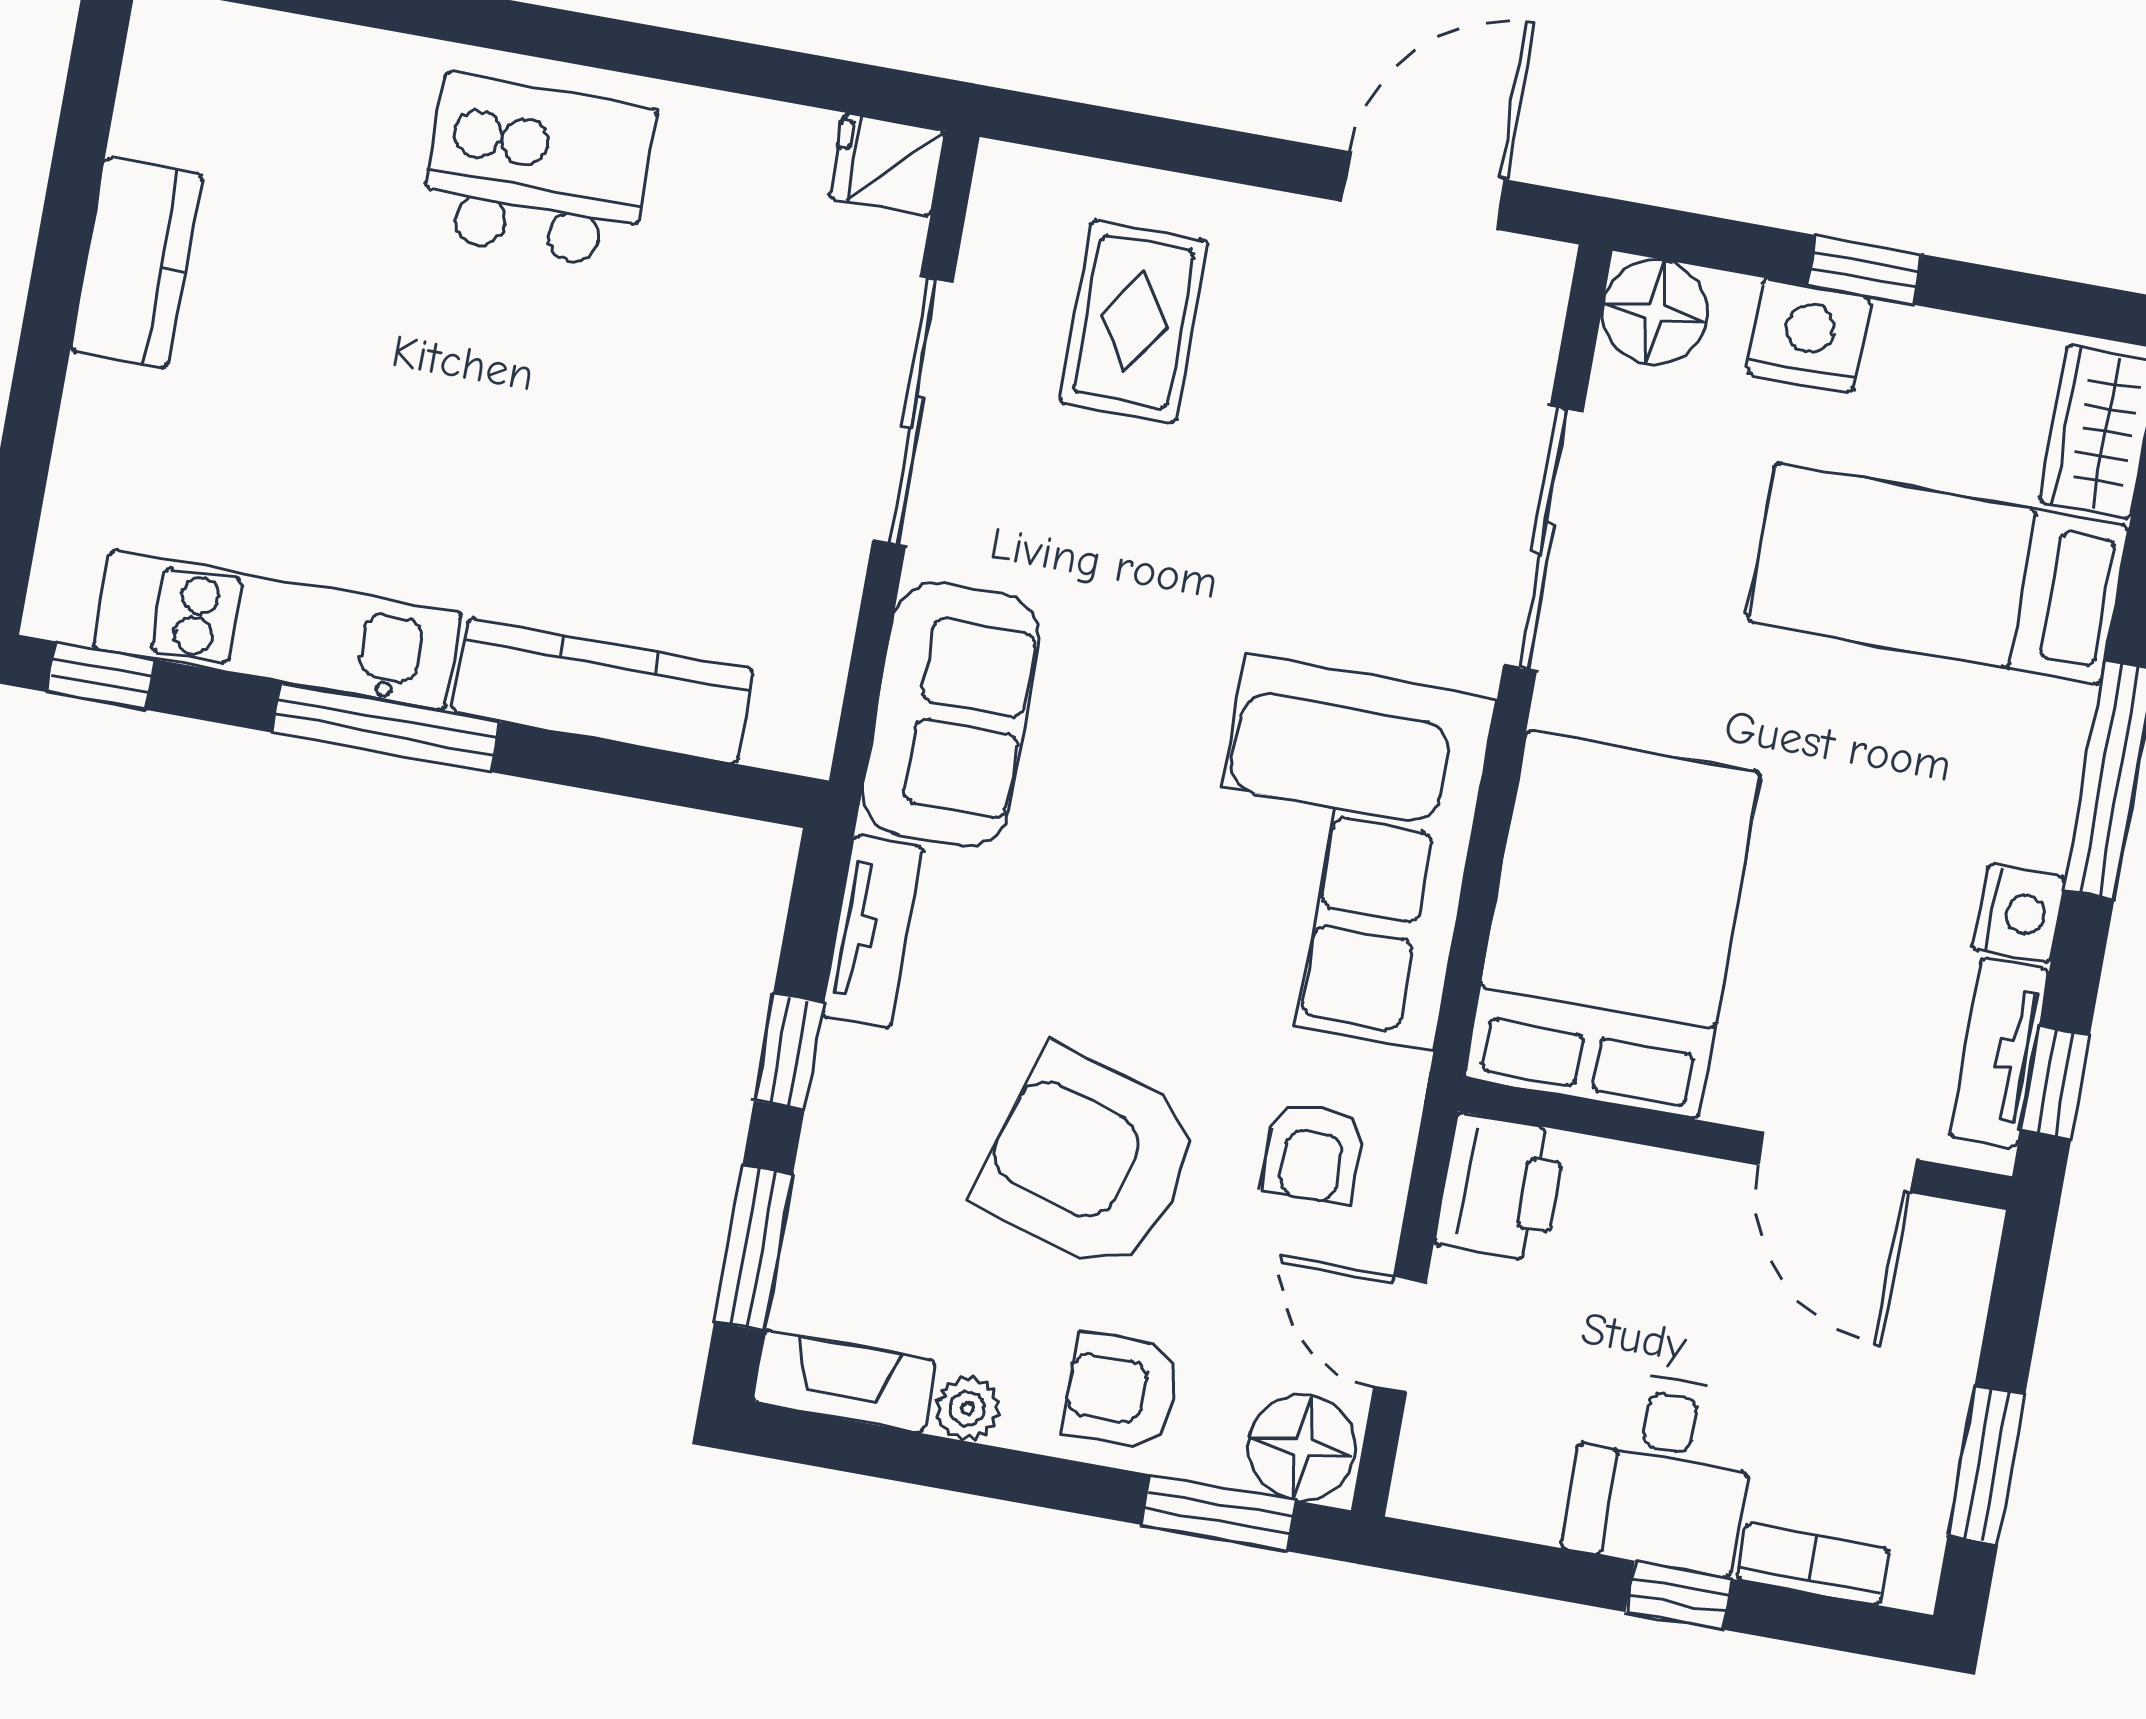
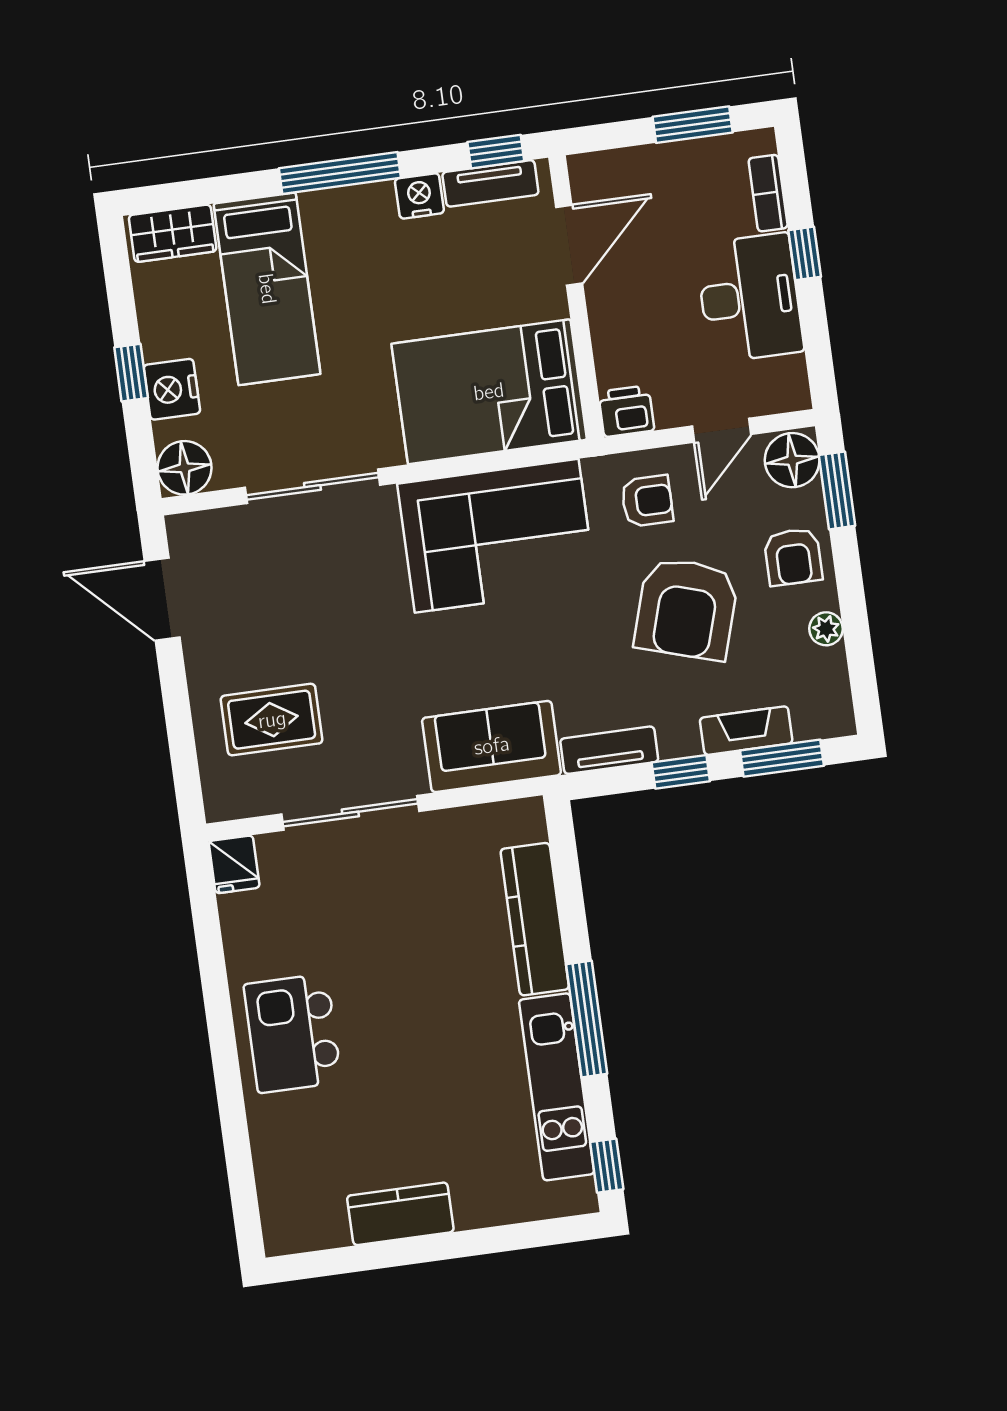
printer: (1501, 1188) -> (626, 411), width x0.73, depth x0.81
fireplace: (844, 1381) -> (746, 731), moved, turned 90
desk: (1661, 1472) -> (749, 298), width x1.37

